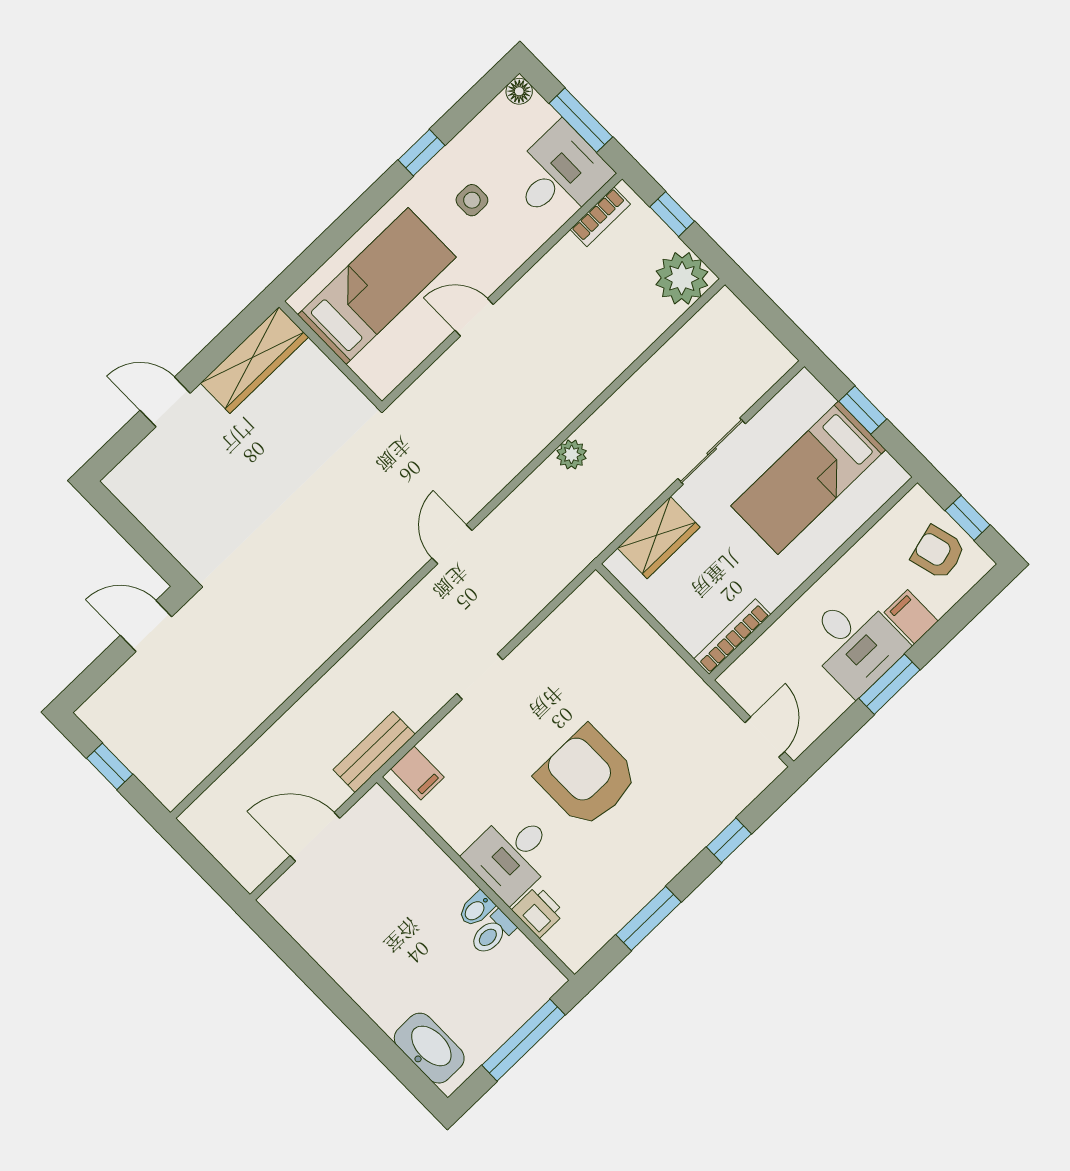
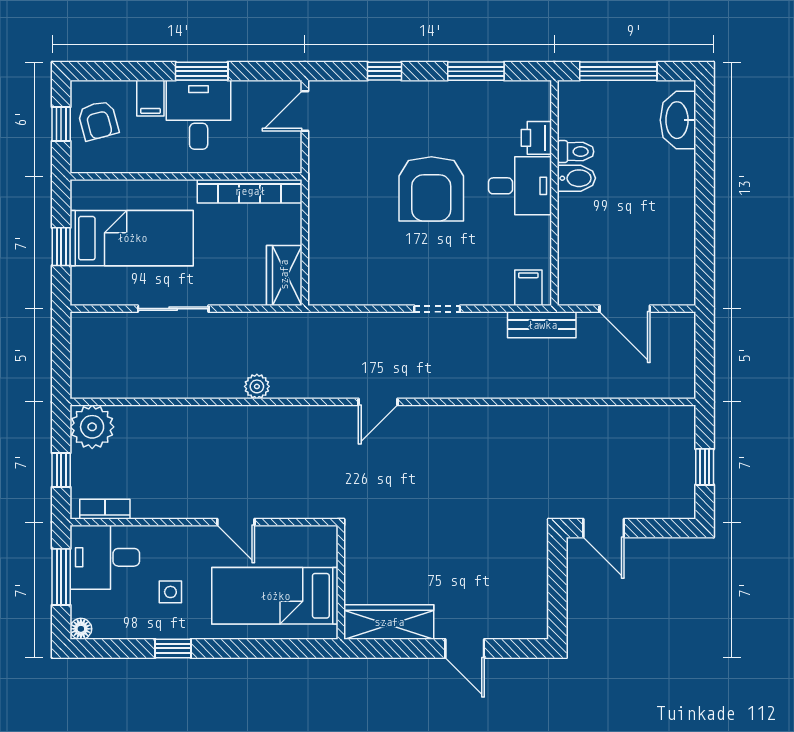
wardrobe: (659, 538) -> (284, 275), moved, turned -90
bookcase: (732, 637) -> (250, 191), width x1.48, depth x1.31
bidet: (476, 909) -> (576, 178), width x1.38, depth x1.36

